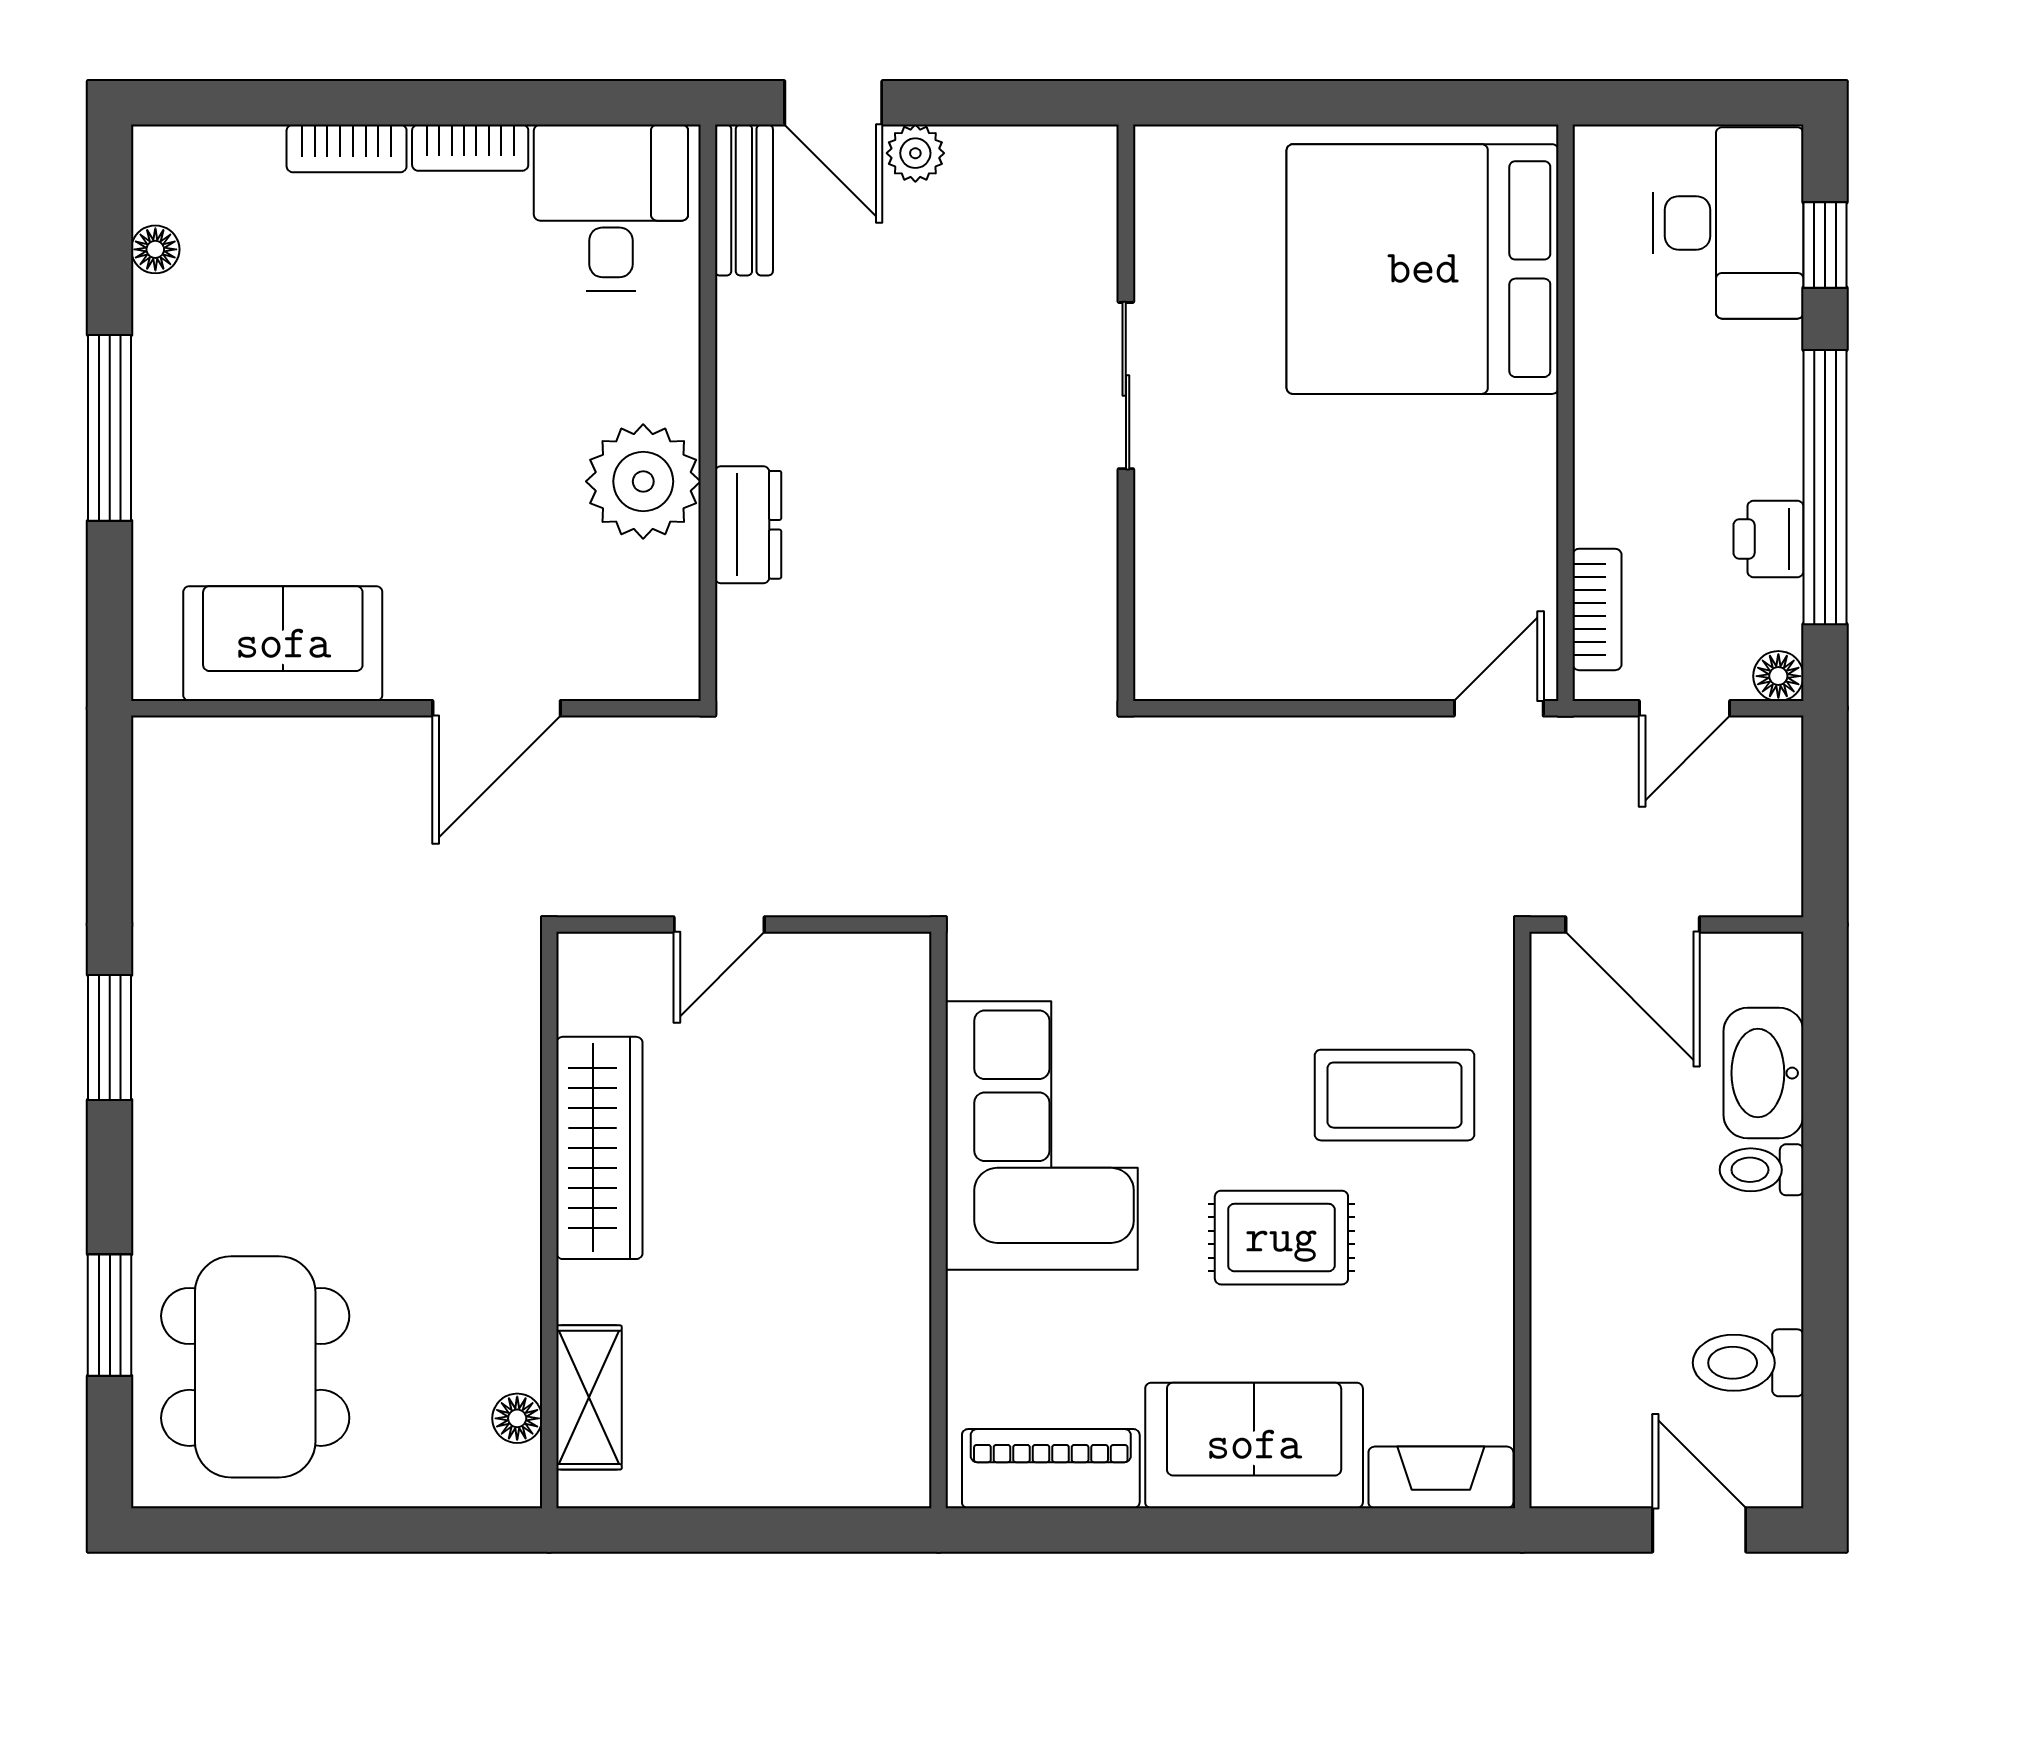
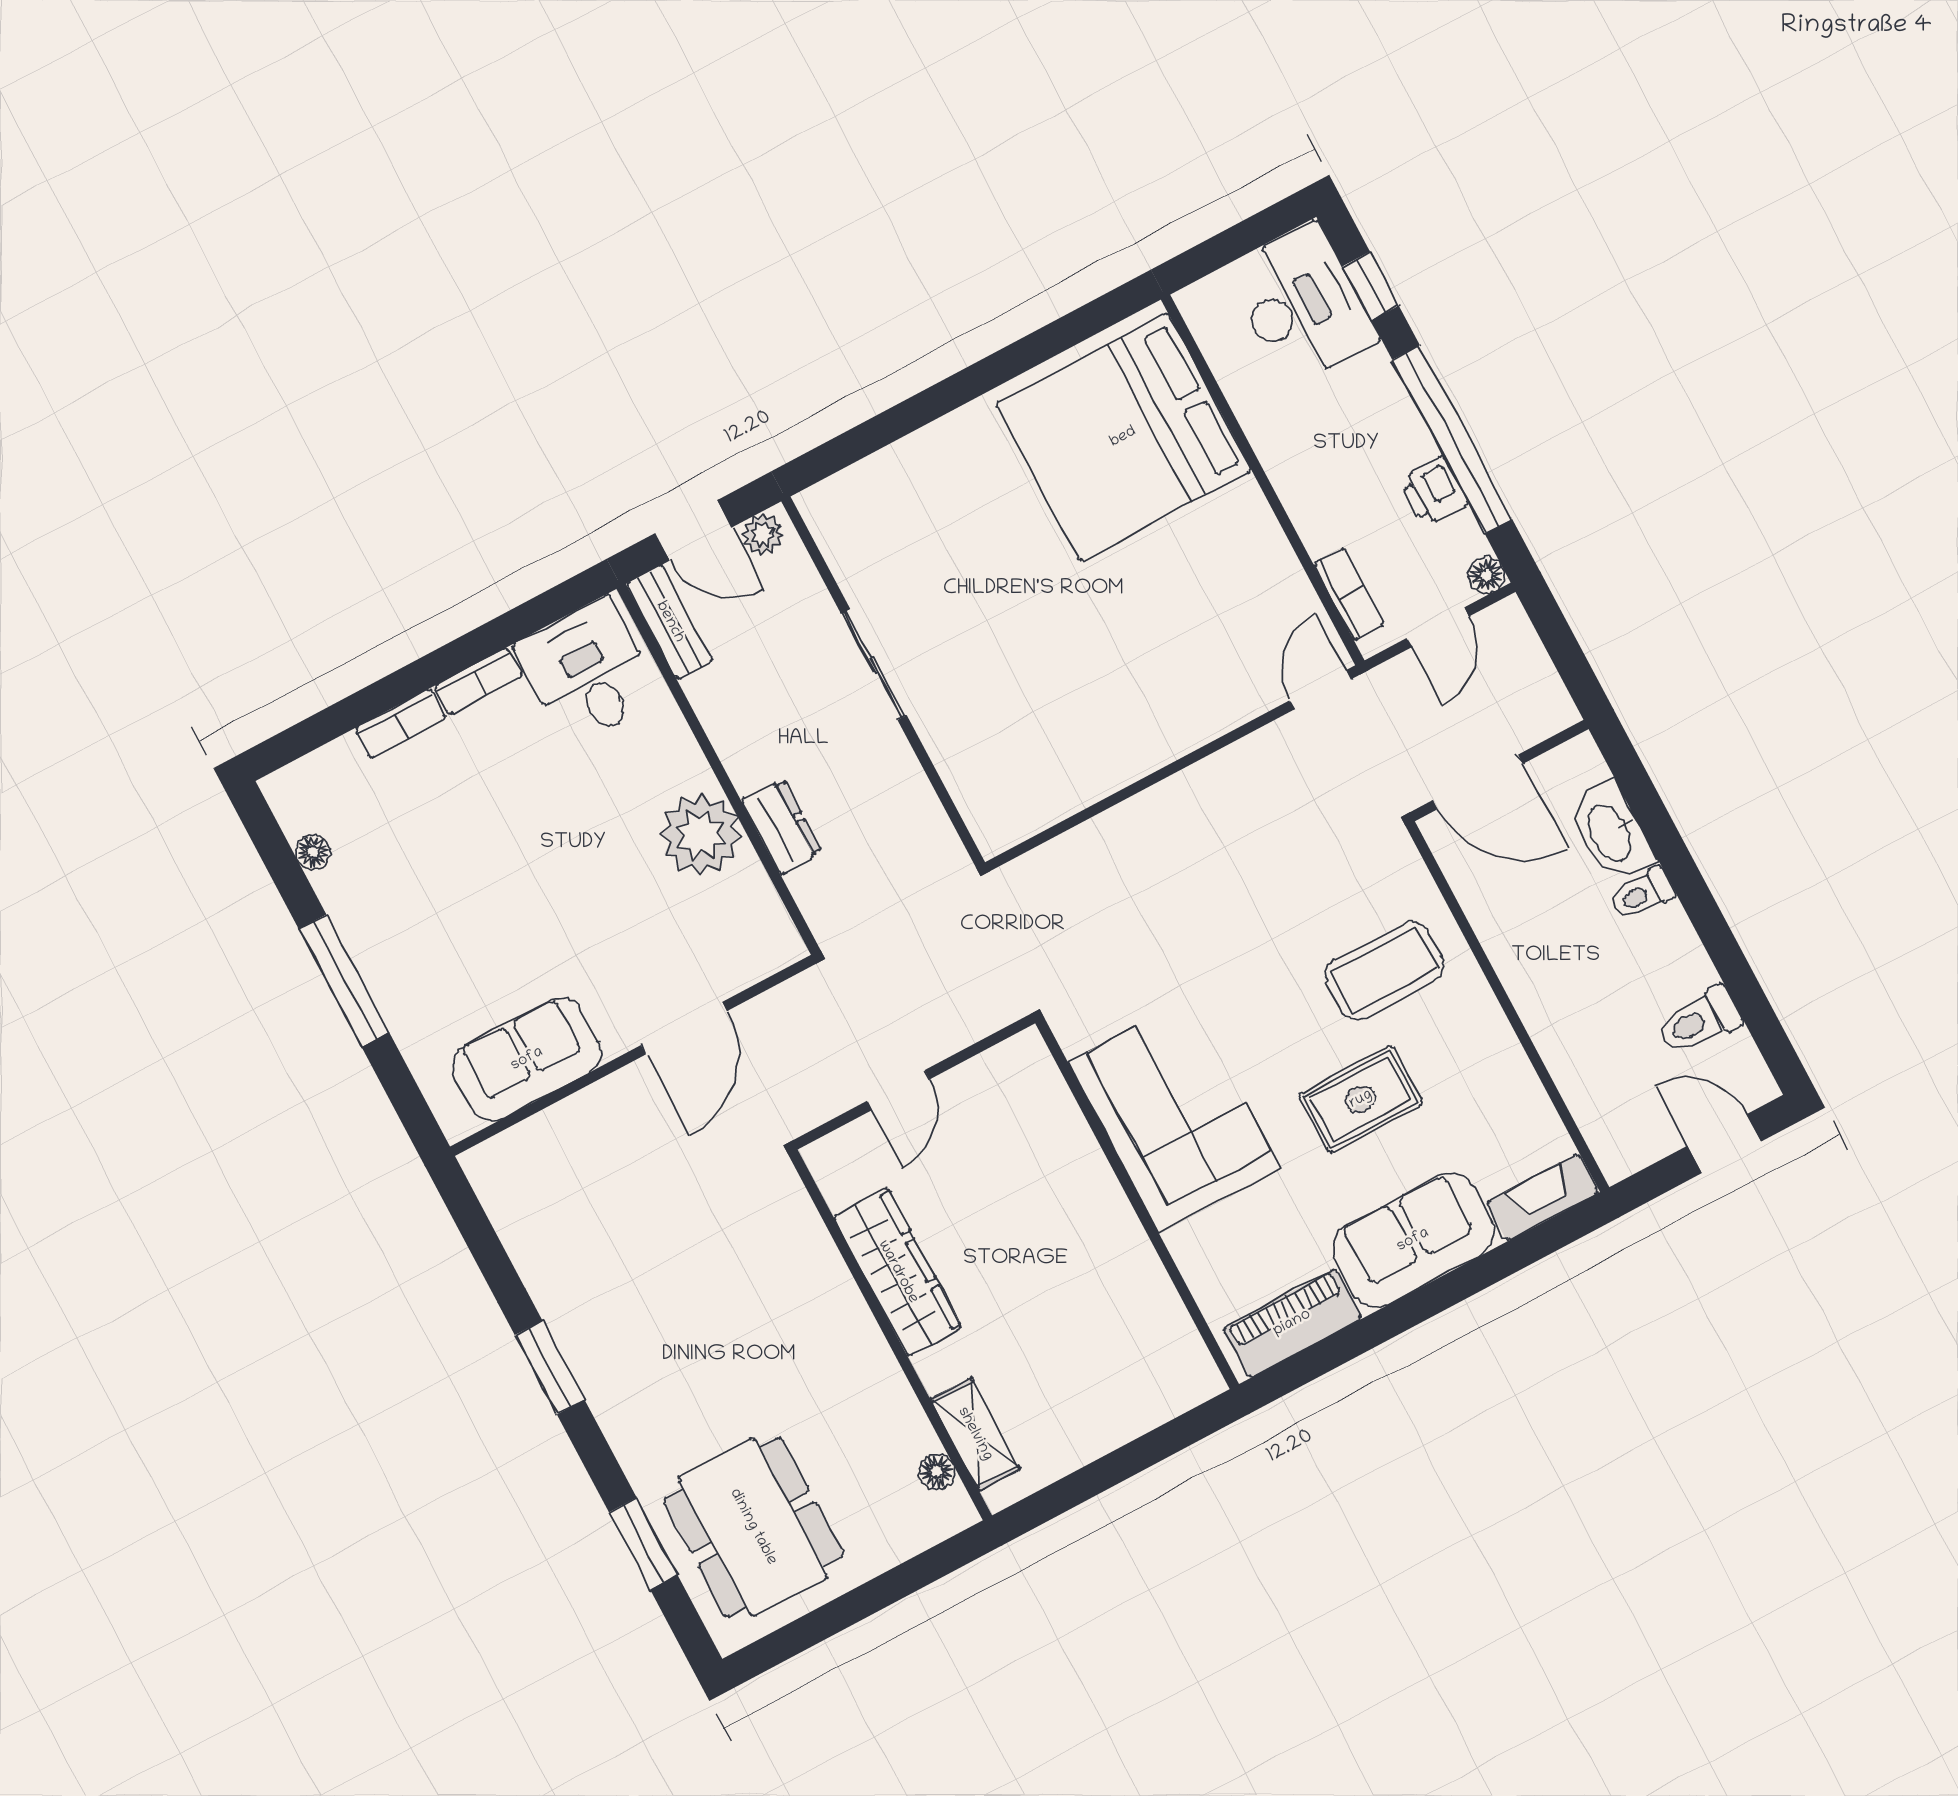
sliding door: (1126, 386) -> (874, 664), moved
wall: (1126, 413) -> (883, 682), moved

